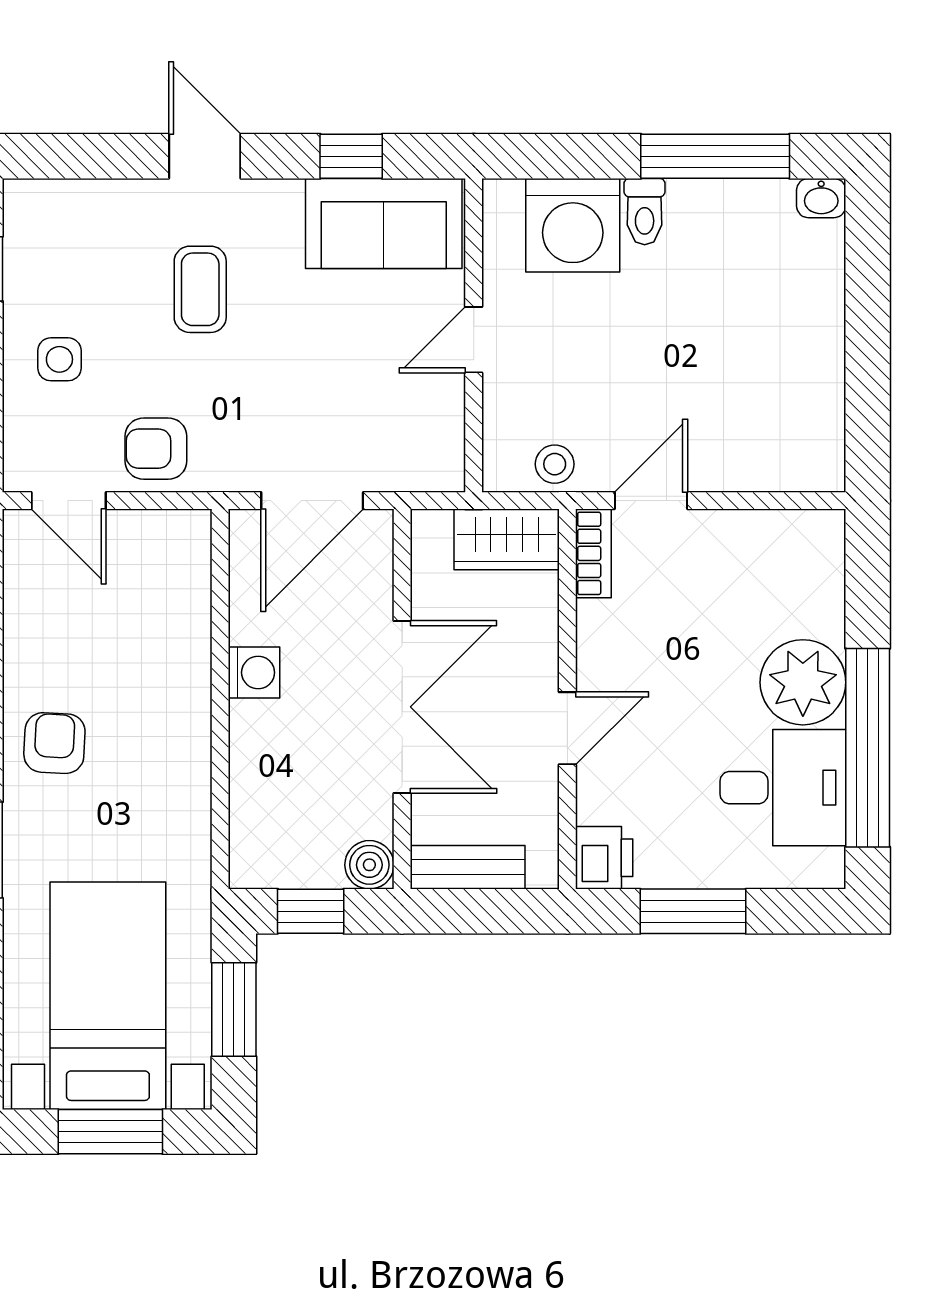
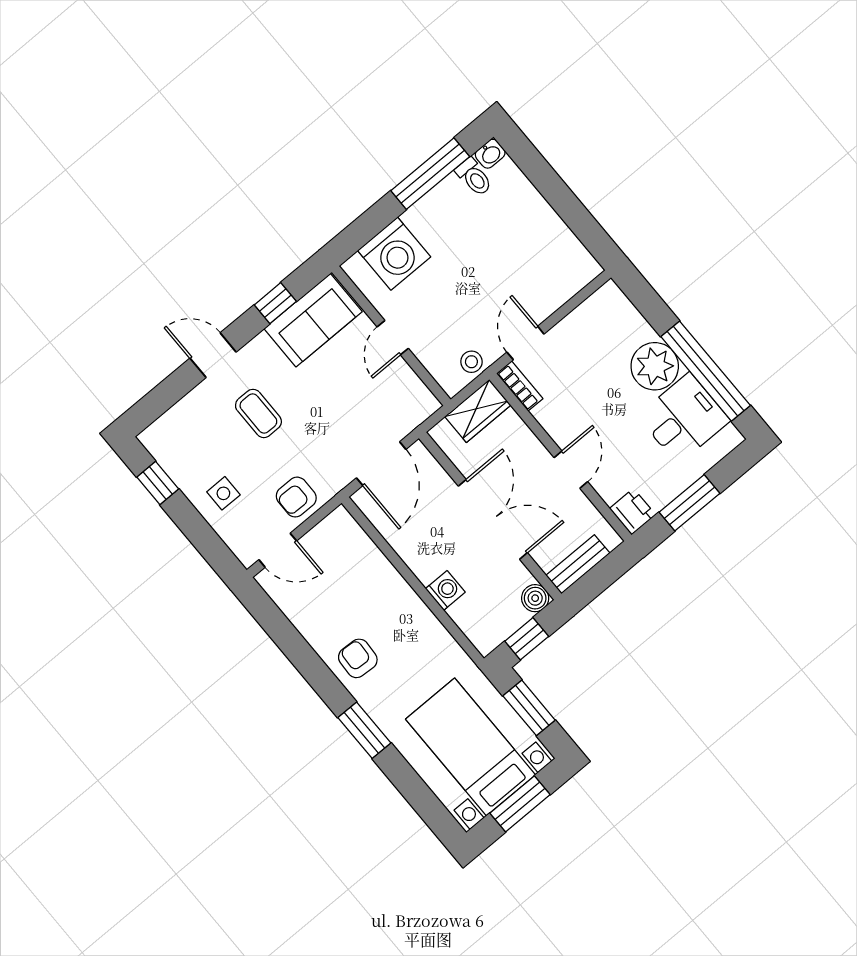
toilet: (645, 212) -> (474, 177), moved
washing machine: (254, 673) -> (445, 590), moved

